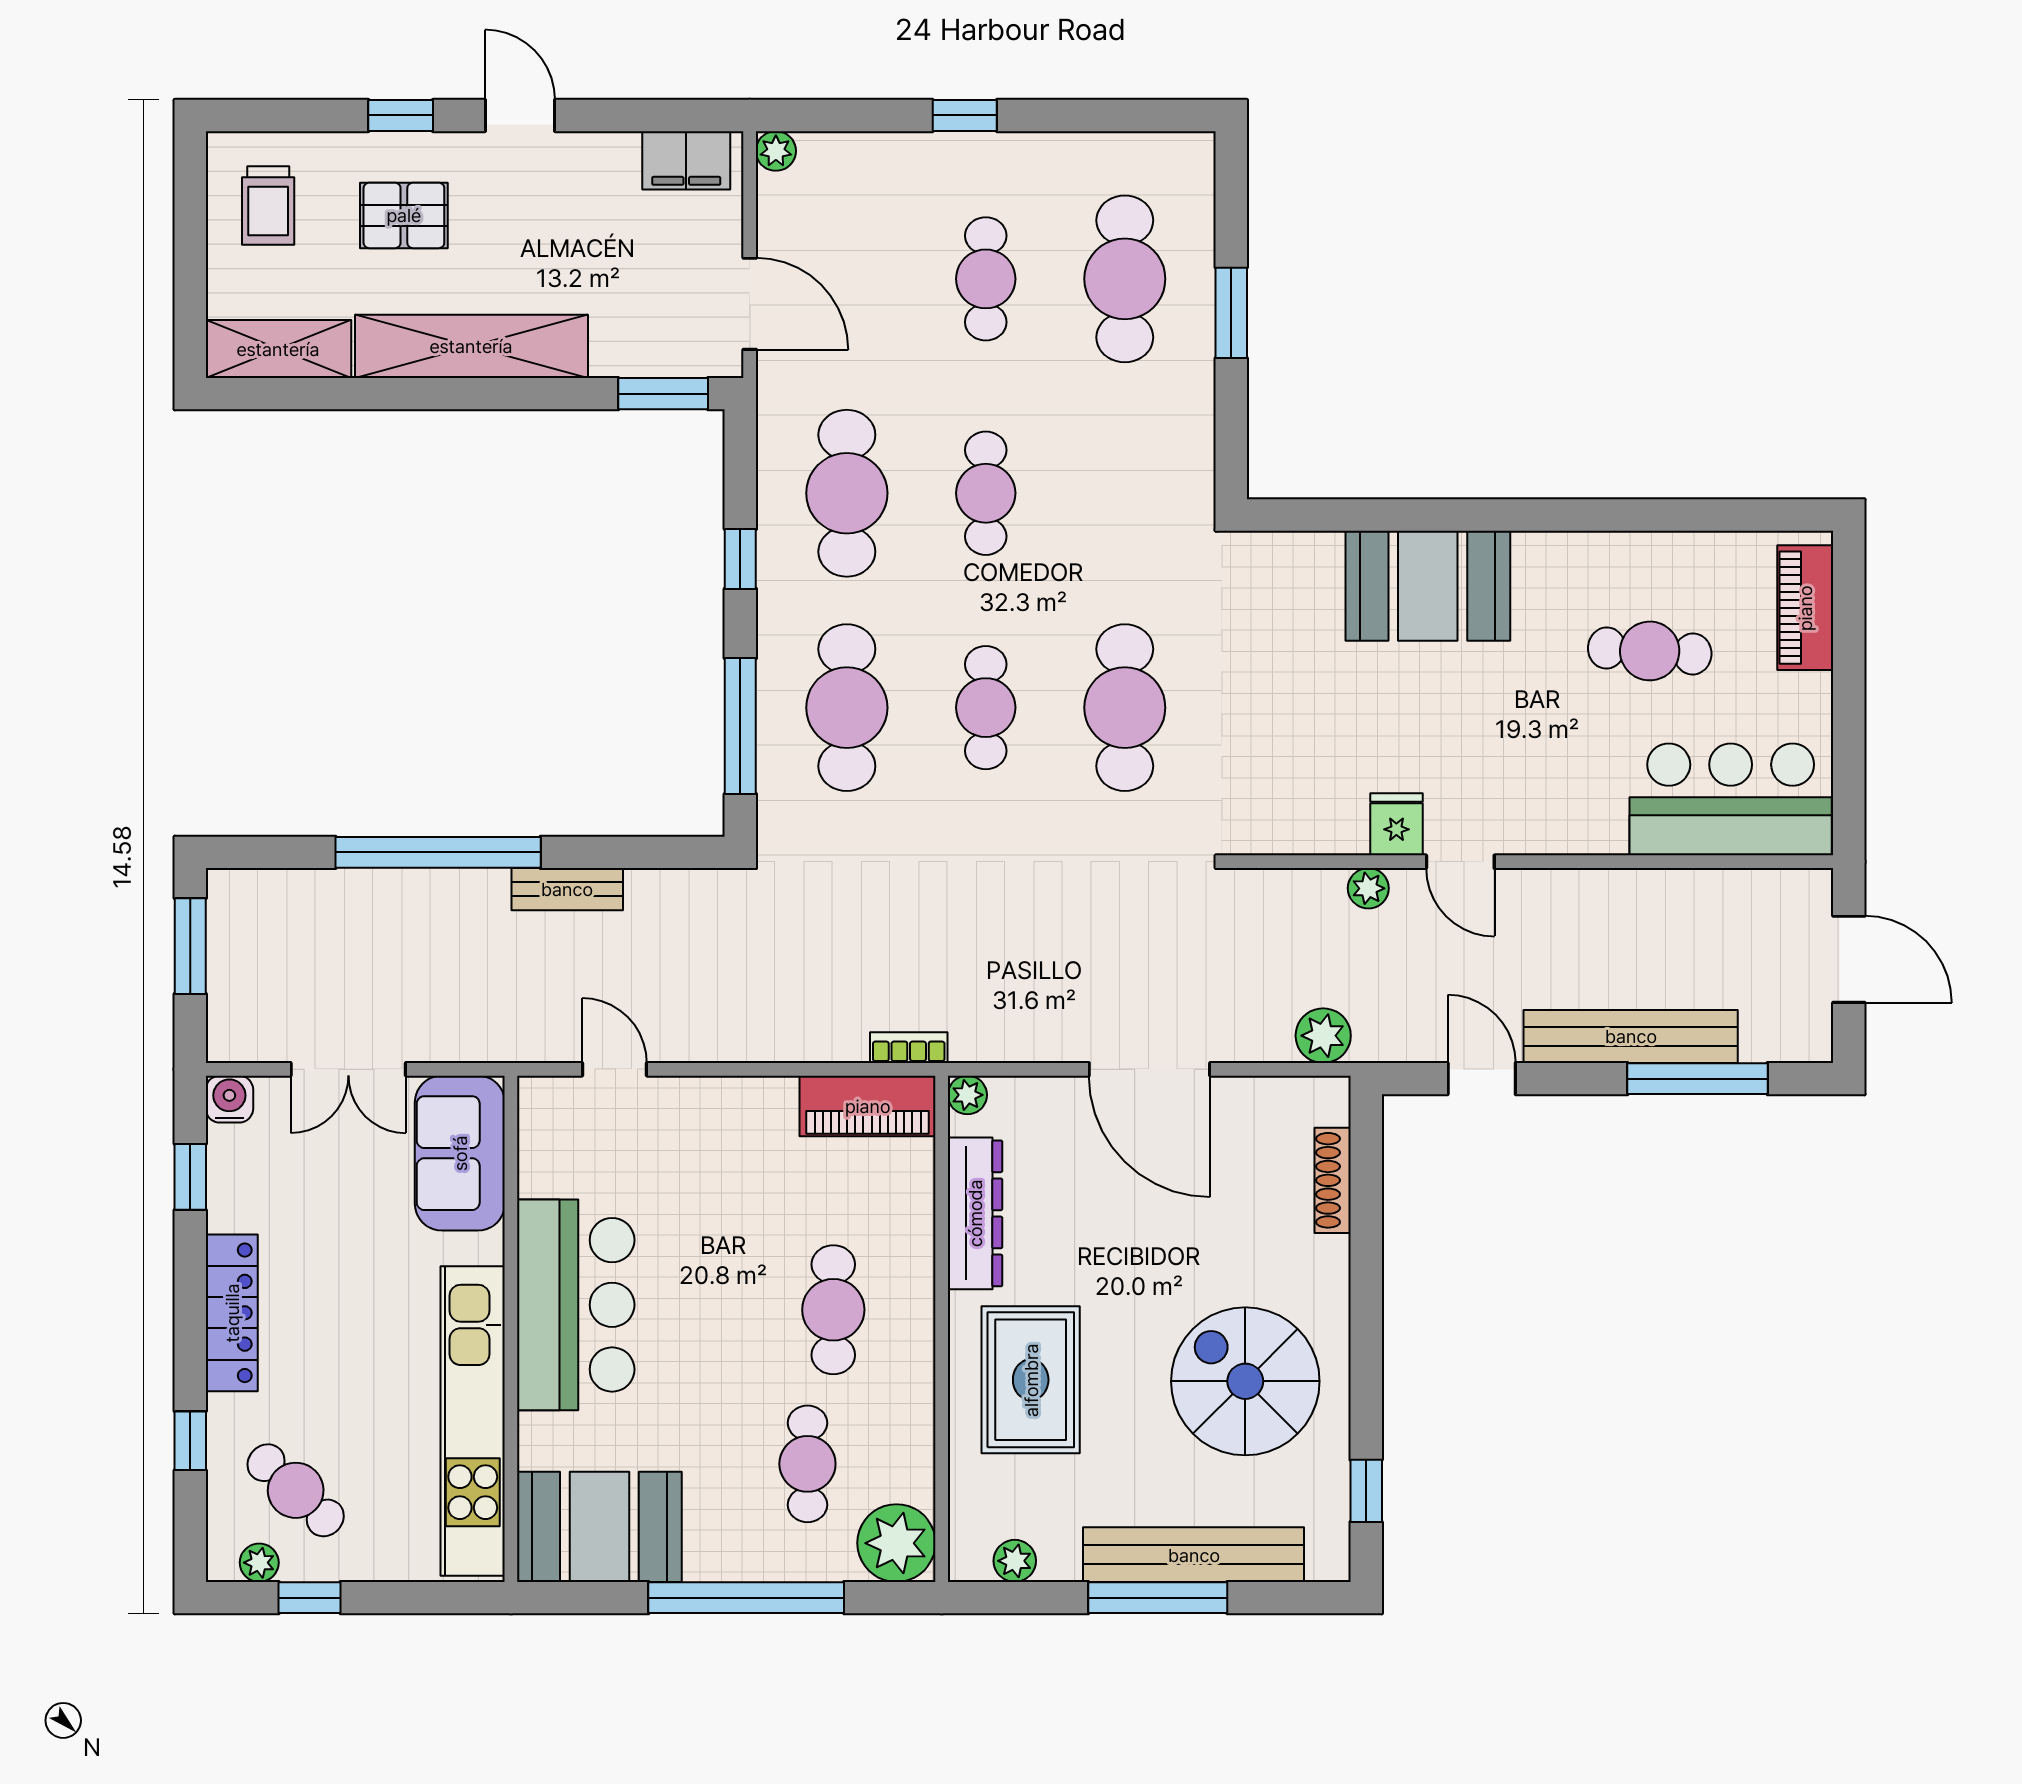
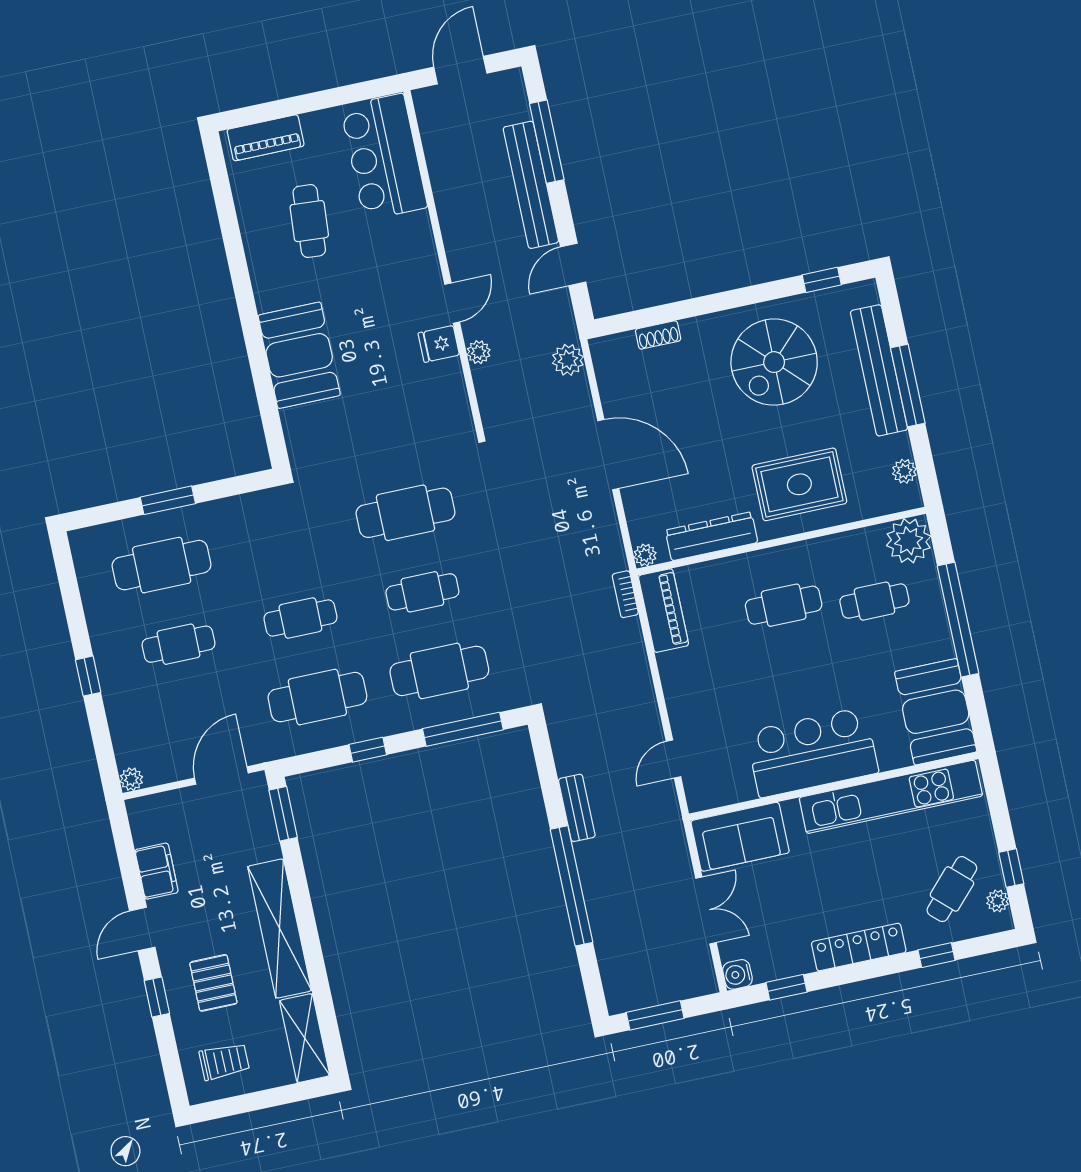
filing cabinet: (686, 160) -> (157, 871), moved
door: (1149, 1069) -> (608, 455), hinge flipped
shoe rack: (1333, 1180) -> (658, 335), width x0.70

